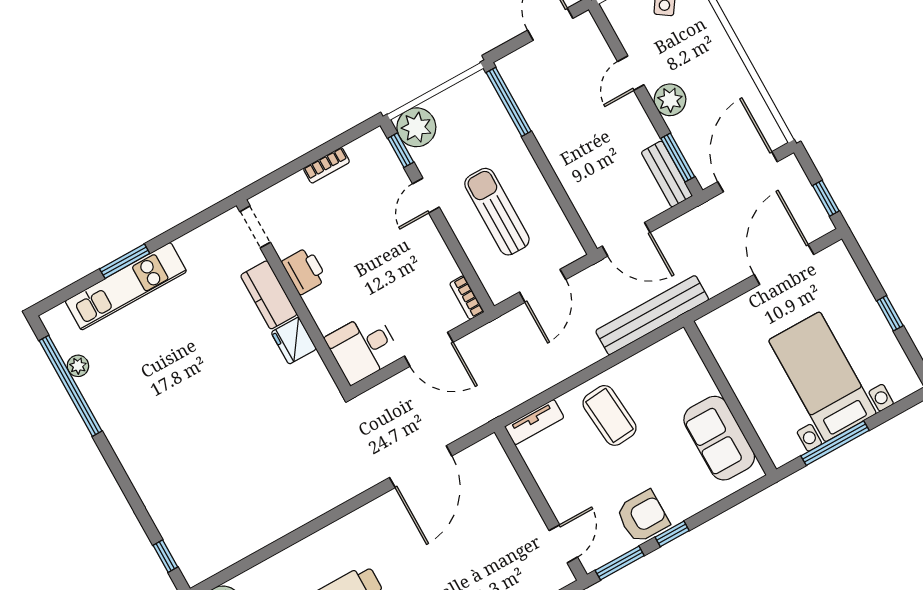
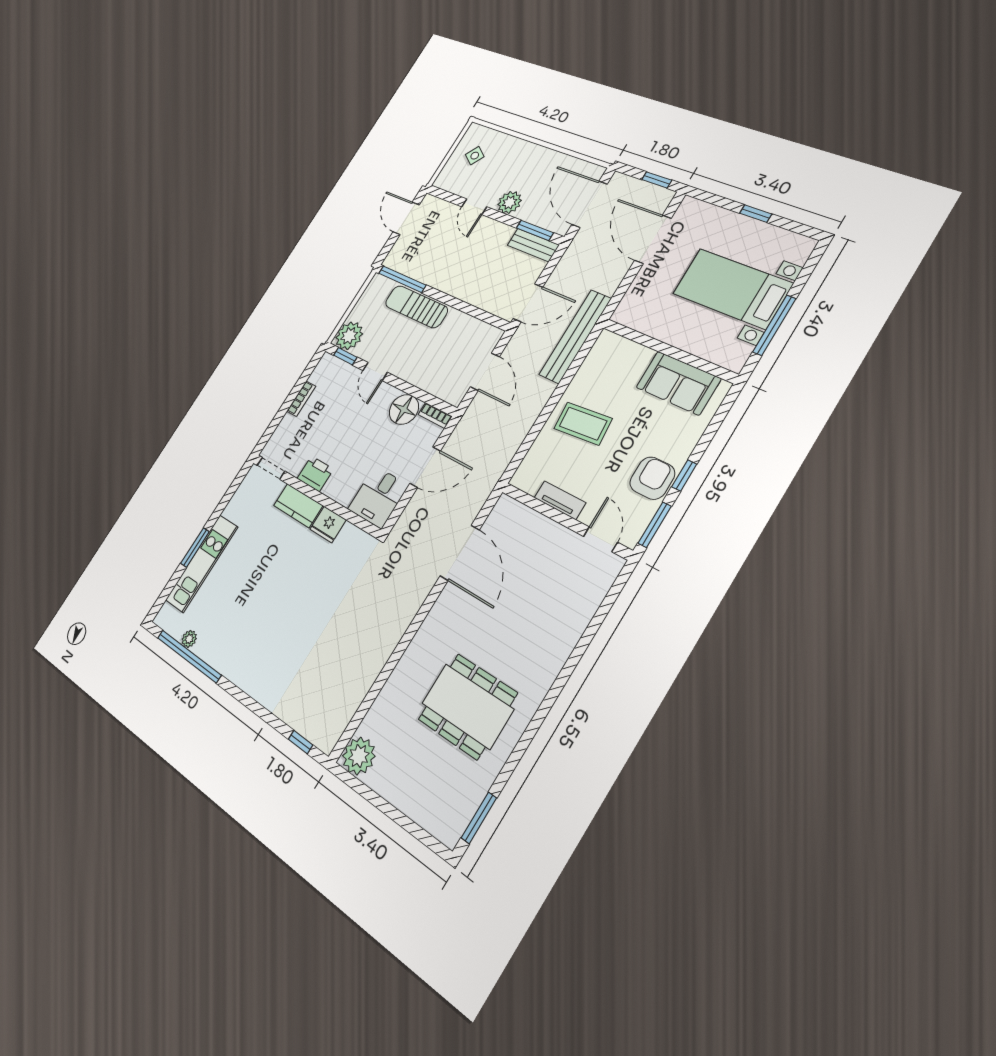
sun lounger: (497, 212) -> (416, 307), moved
floor lamp: (437, 266) -> (404, 409), added
tv unit: (534, 422) -> (560, 500), moved, turned -90

